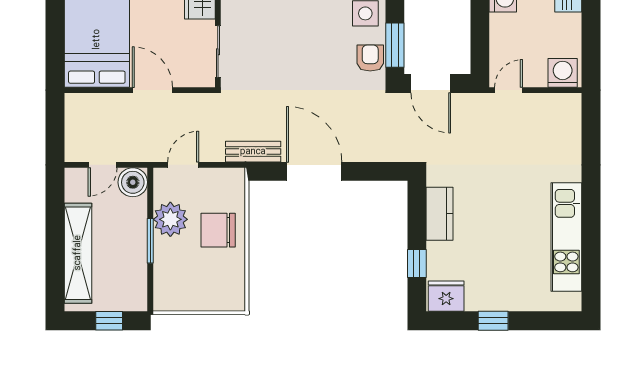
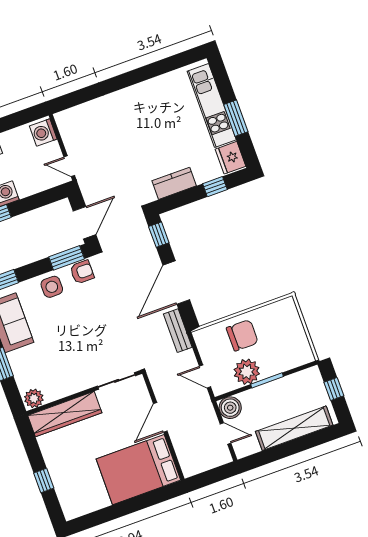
armchair: (370, 58) -> (82, 272), turned 180
window: (382, 171) -> (159, 235), added
chair: (218, 230) -> (242, 335), turned -90
kitchen unit: (566, 237) -> (212, 106), moved, turned 90
window: (493, 321) -> (236, 118), width x1.50

